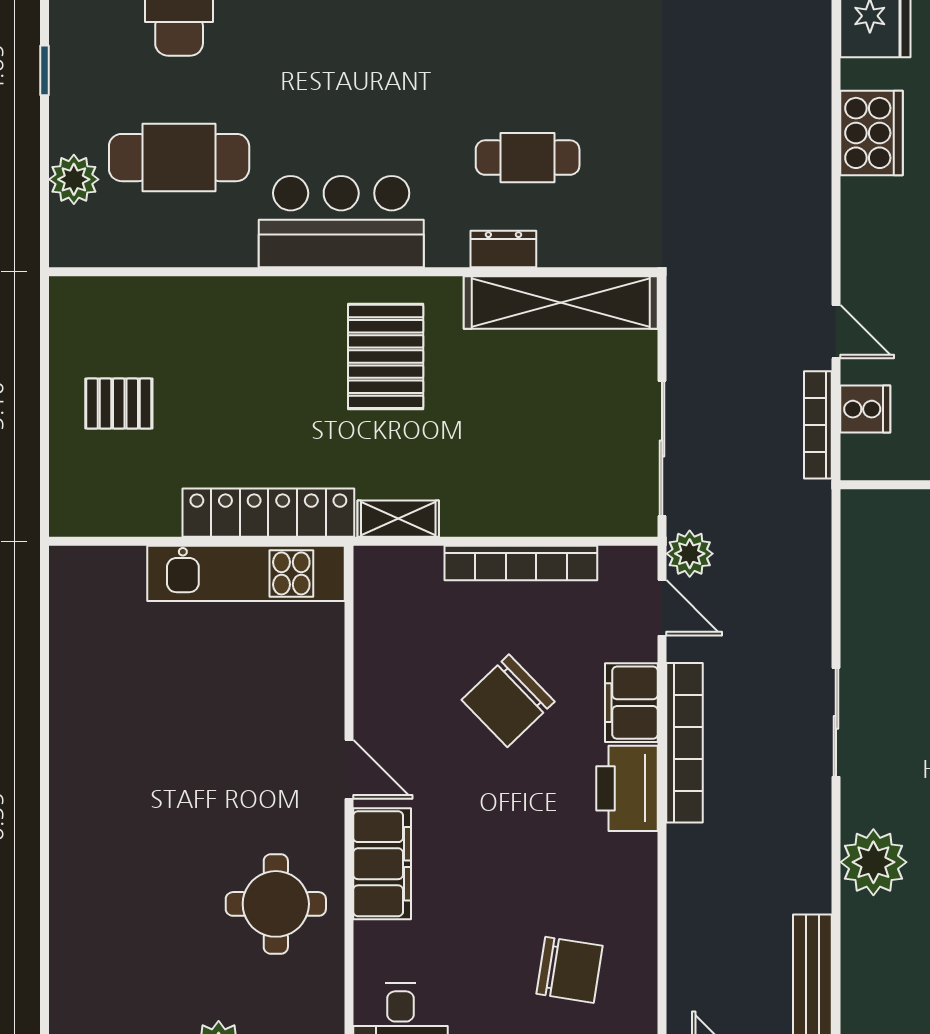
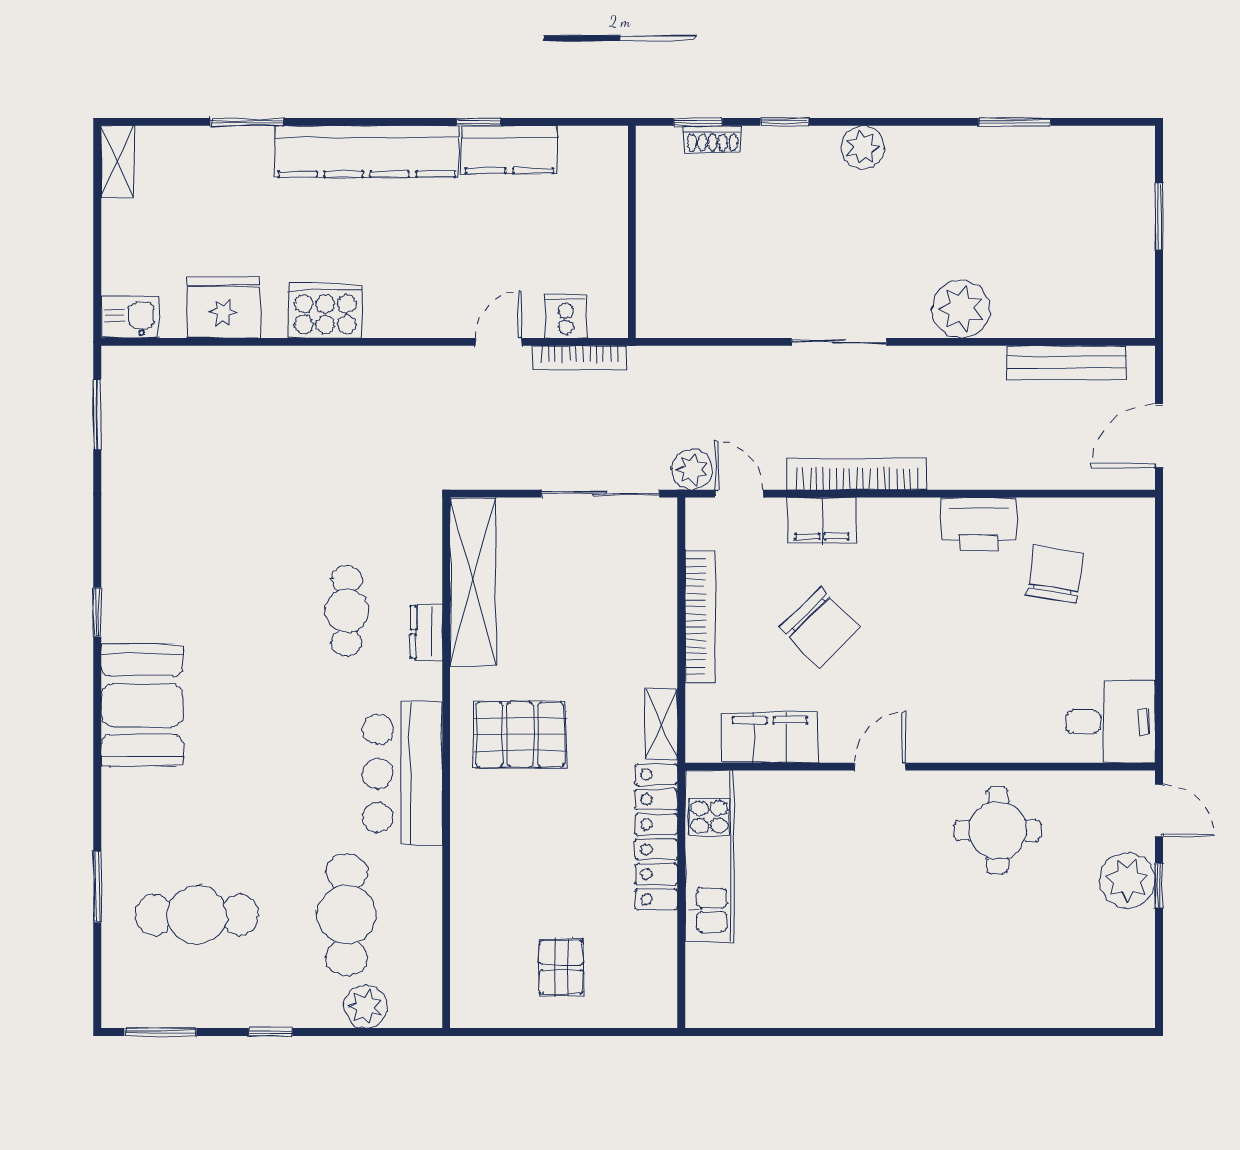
door: (662, 608) -> (739, 494), hinge flipped
printer: (627, 788) -> (978, 524), moved
filing cabinet: (382, 864) -> (770, 738), moved

